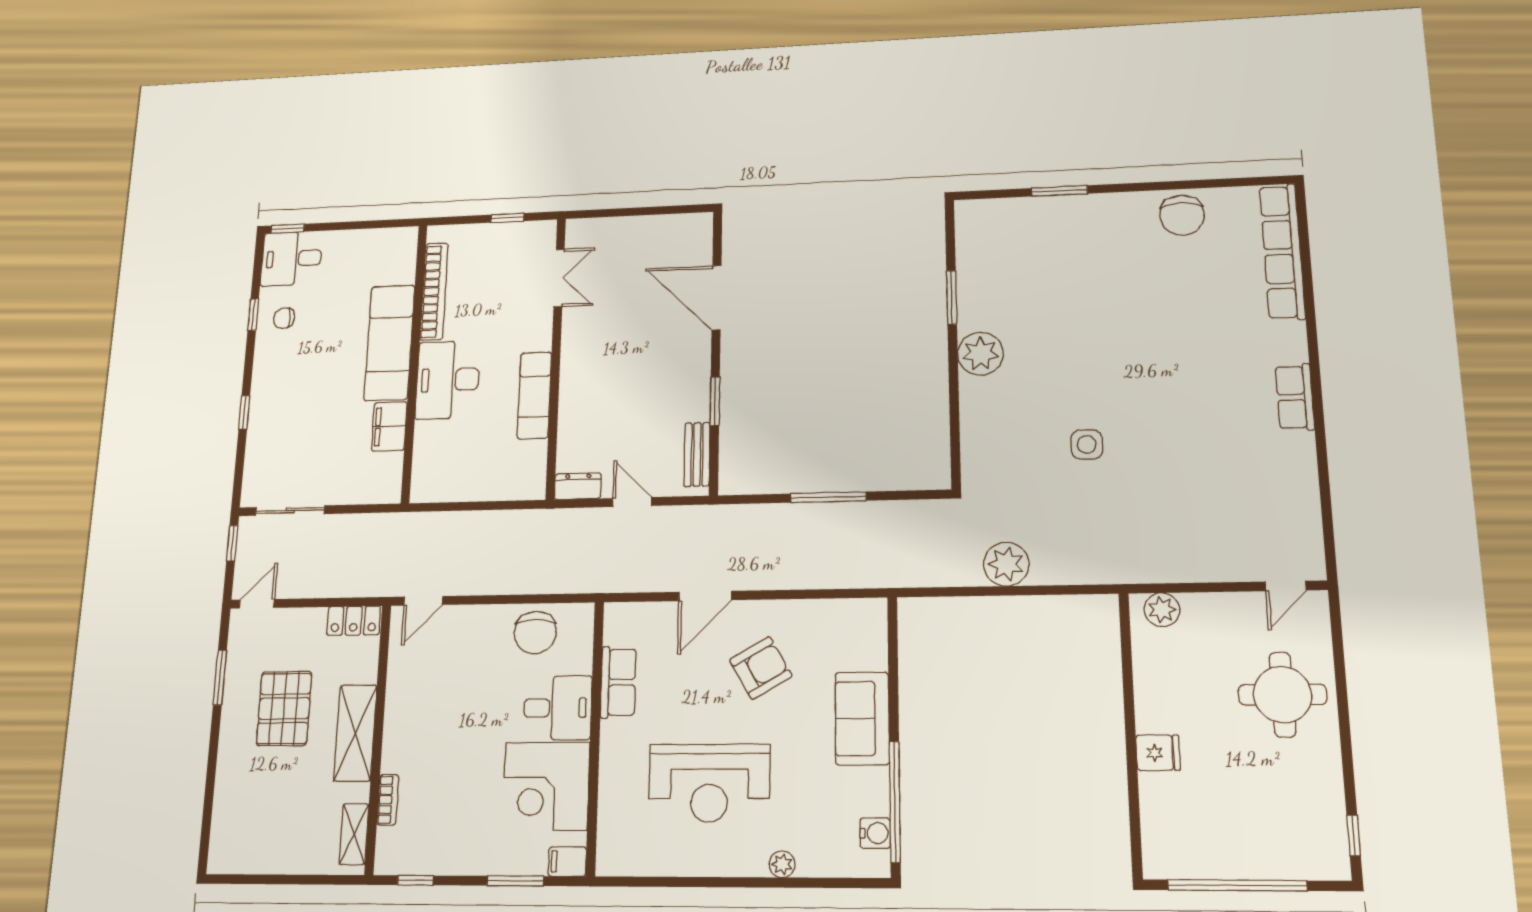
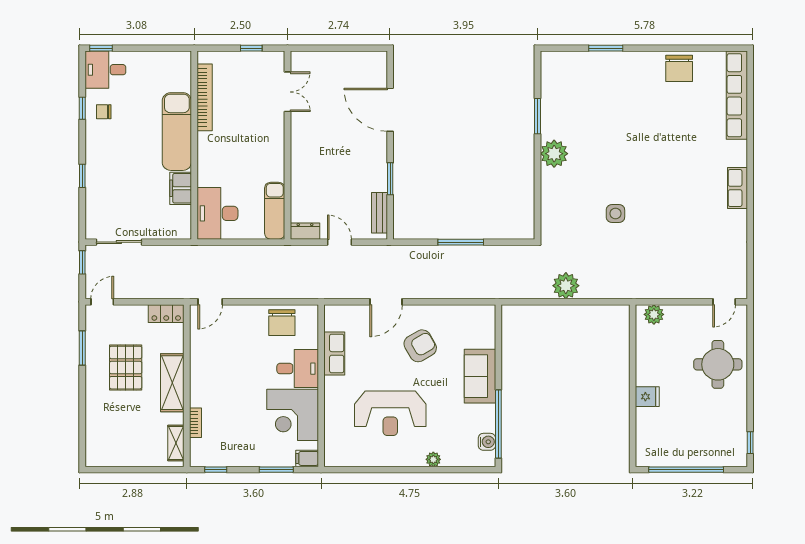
desk: (448, 380) -> (217, 213), moved
exam couch: (534, 395) -> (275, 211), moved

